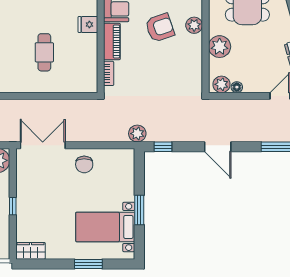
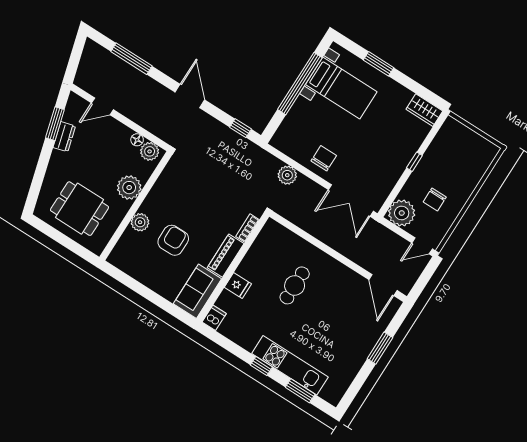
armchair: (160, 28) -> (173, 240), turned 109
plant: (137, 134) -> (287, 175), moved
window: (139, 210) -> (300, 84), width x2.11

